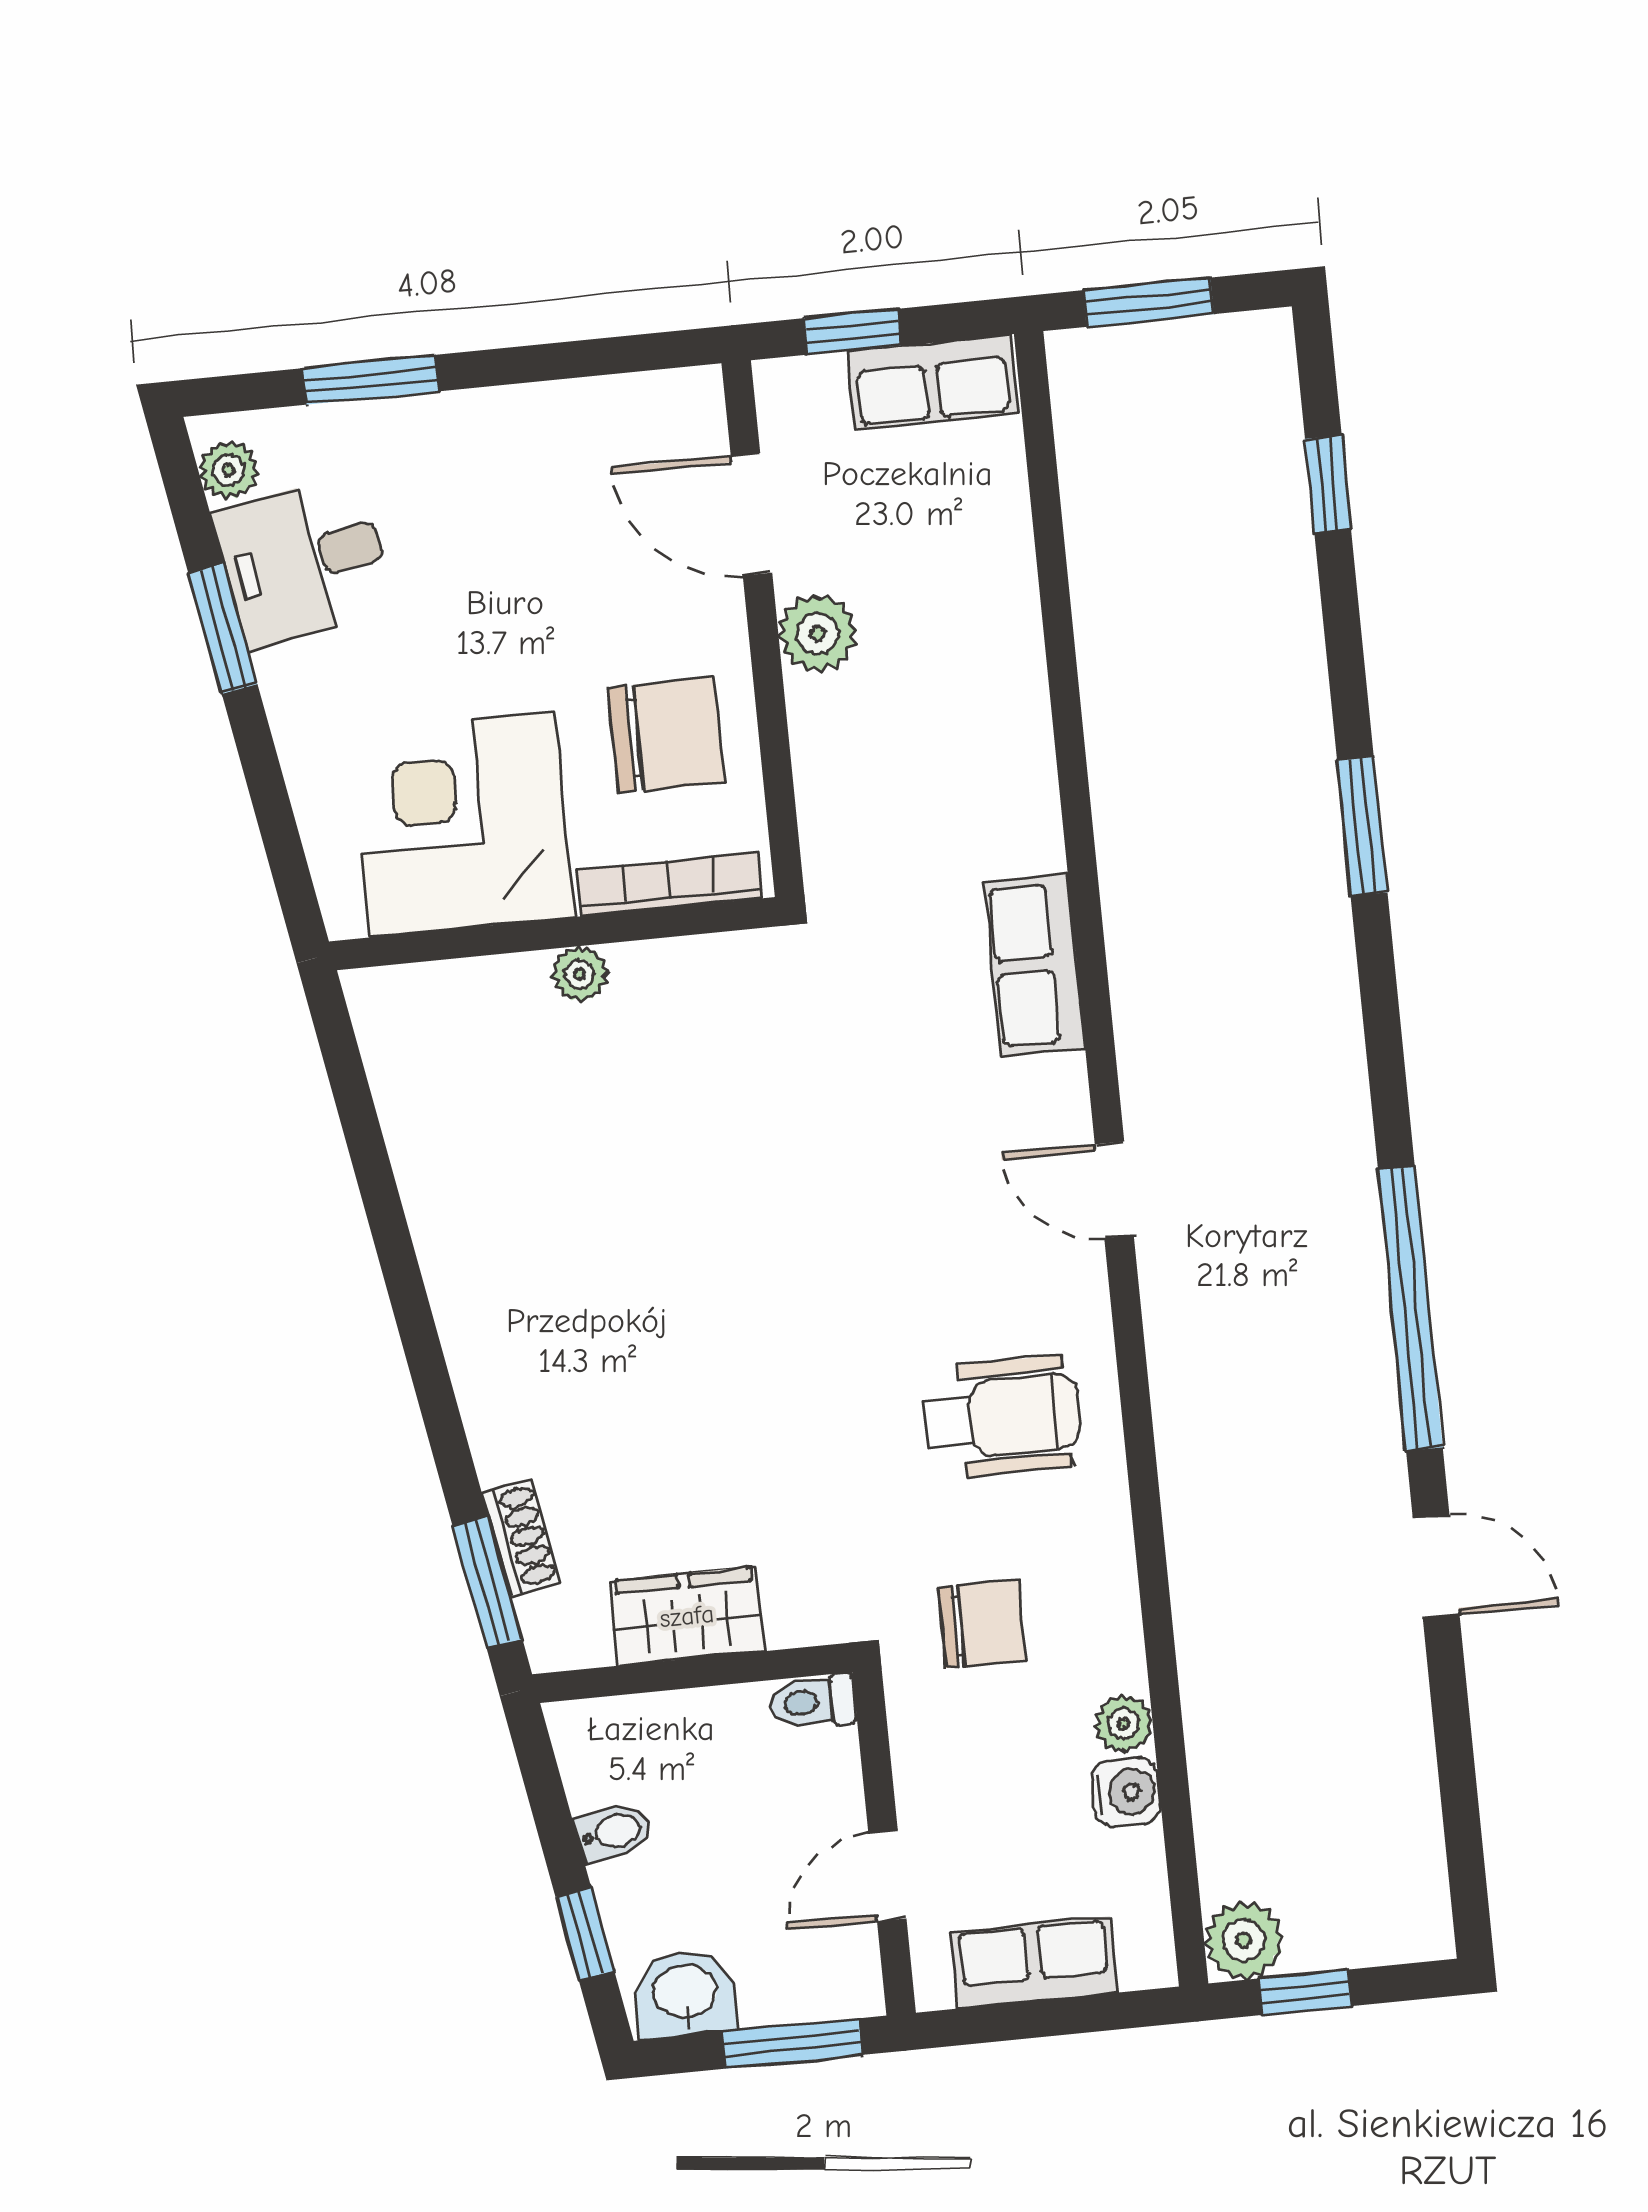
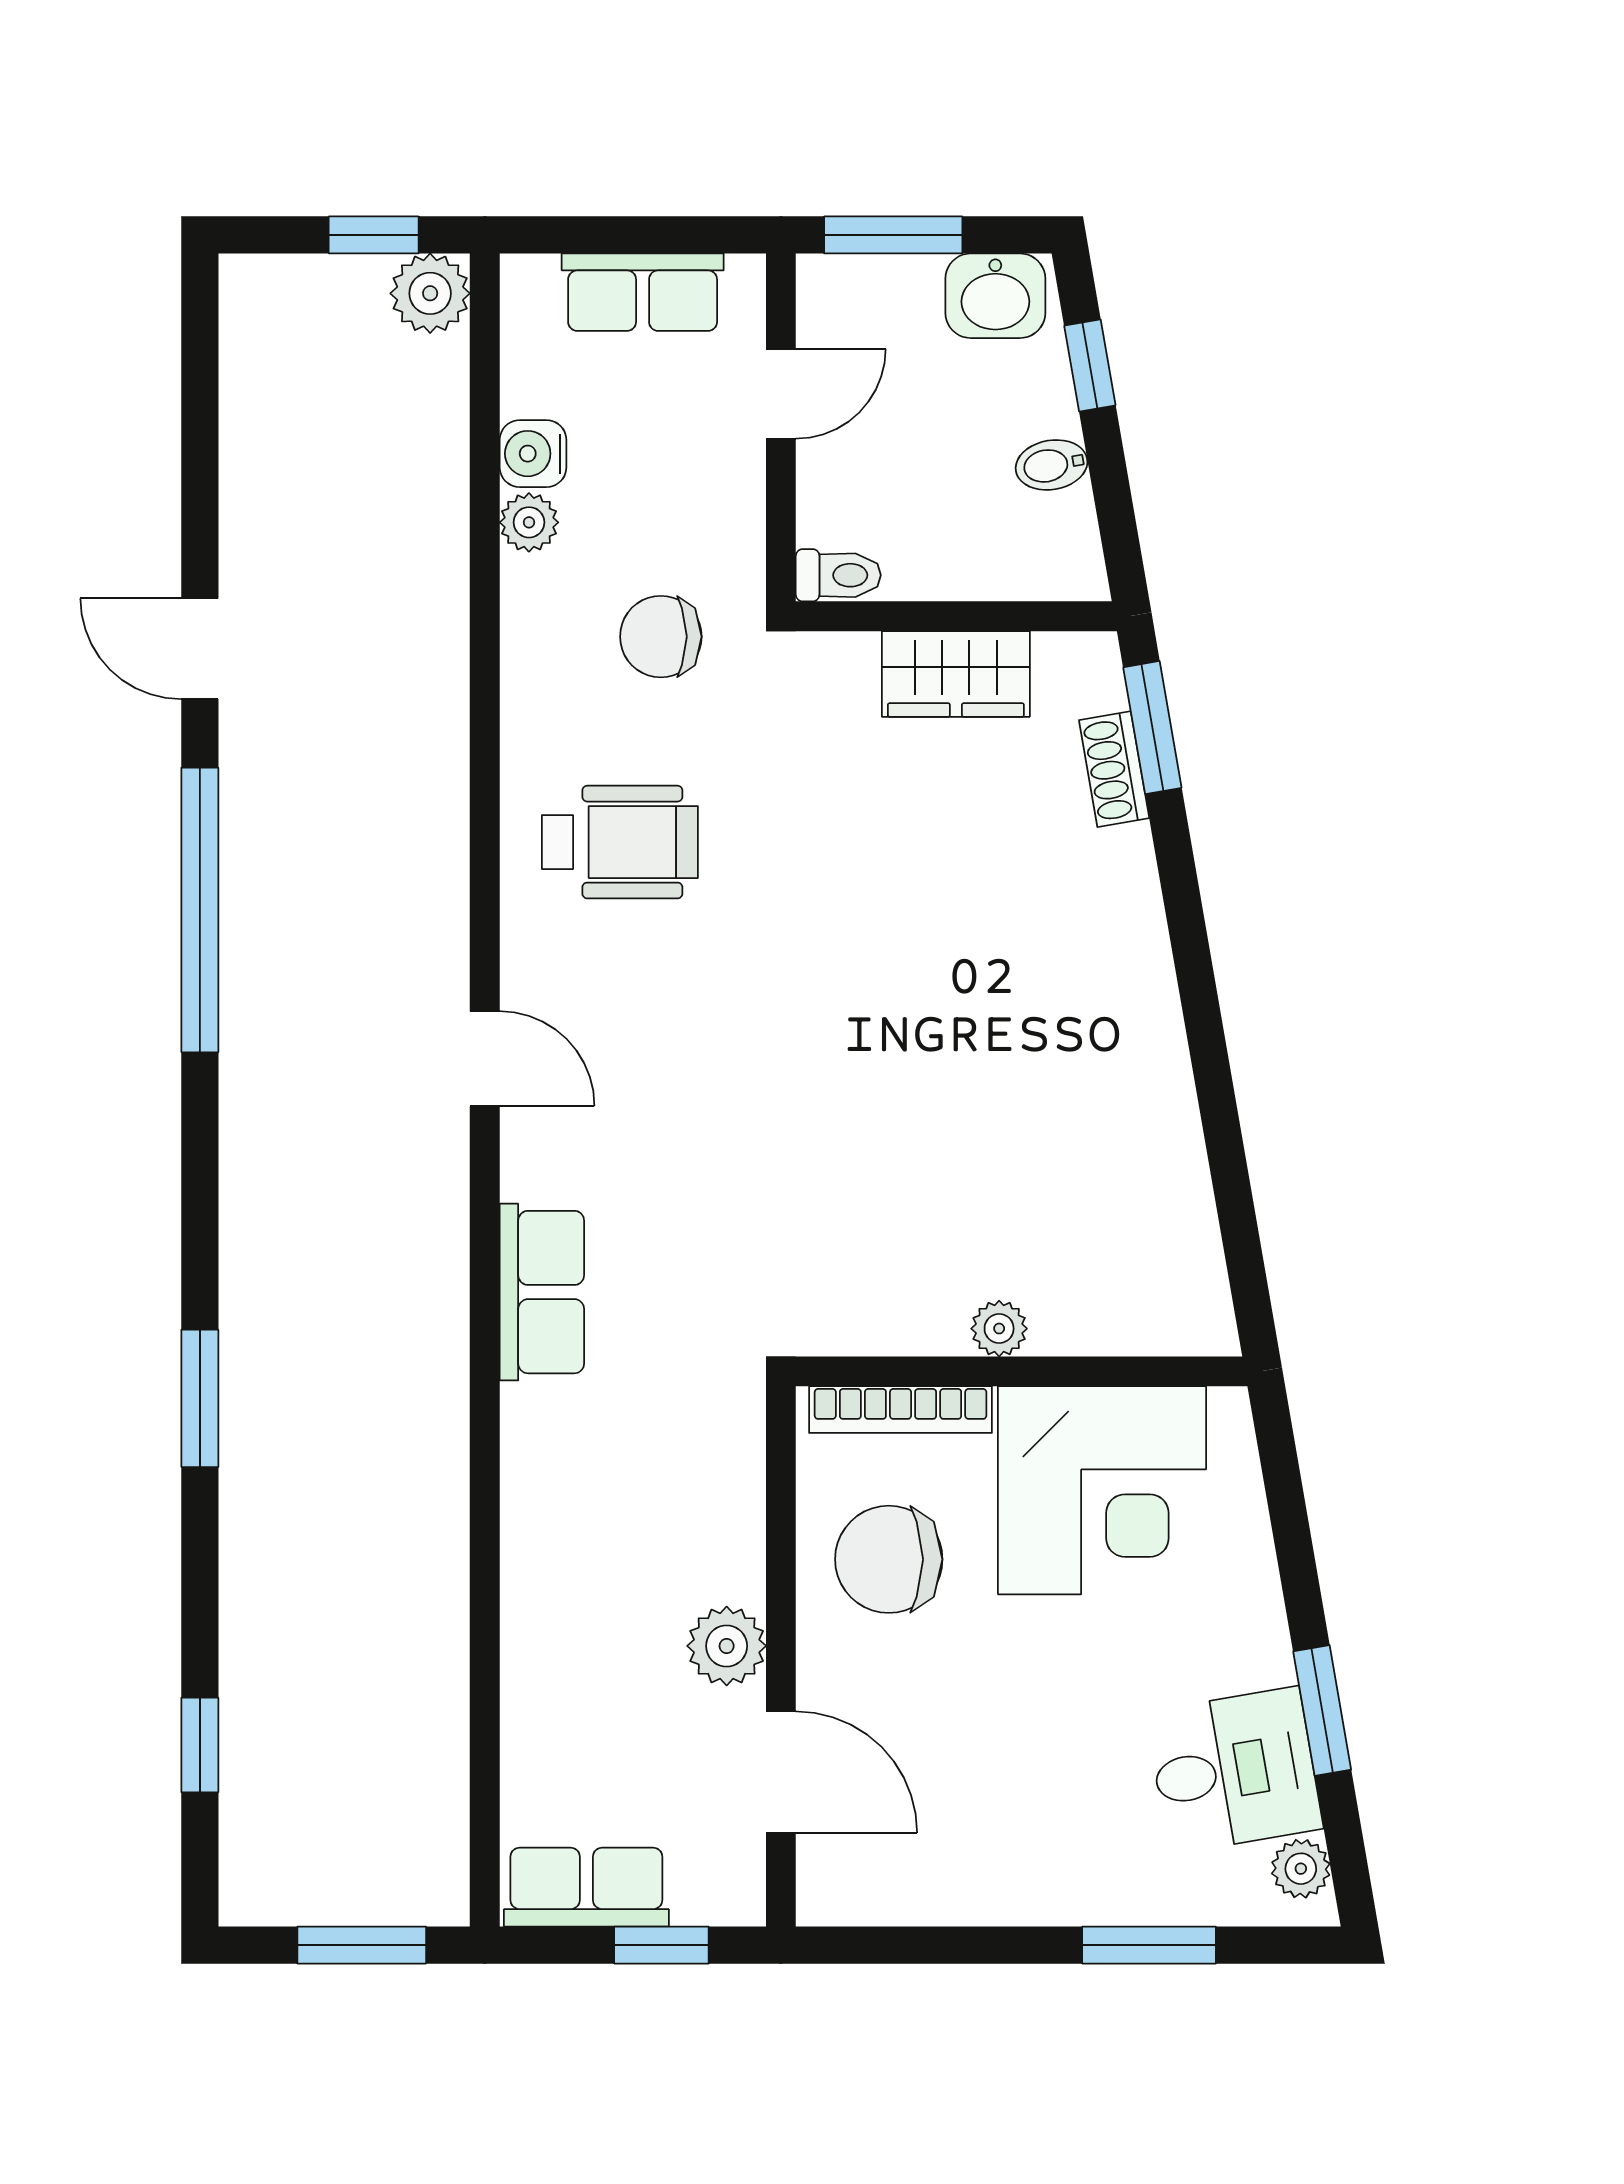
wheelchair: (1002, 1417) -> (620, 842), turned 180

